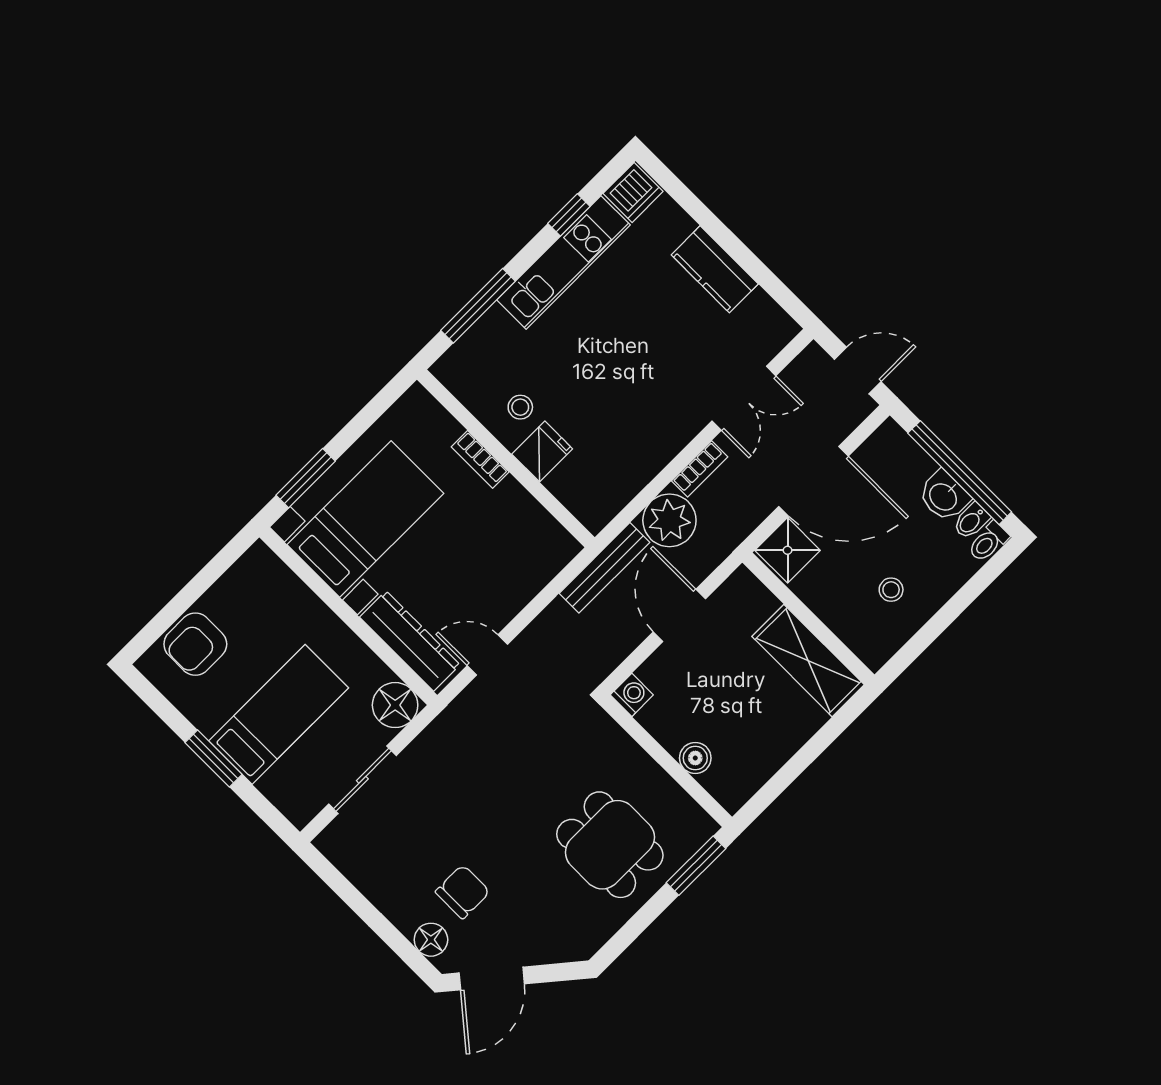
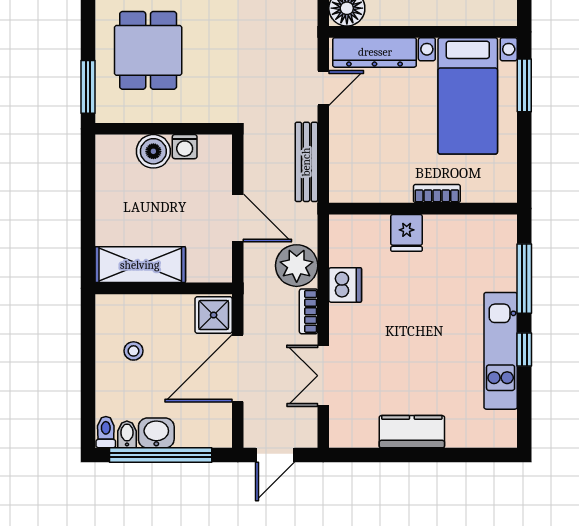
dishwasher: (633, 192) -> (345, 285), moved, turned 180
window: (569, 215) -> (524, 349), moved
stool: (520, 407) -> (444, 245), removed
bench: (604, 568) -> (306, 162), moved
washing machine: (632, 695) -> (185, 147), moved
boiler: (695, 758) -> (153, 151), width x1.36, depth x1.36
dining table: (610, 845) -> (148, 50), turned 90

